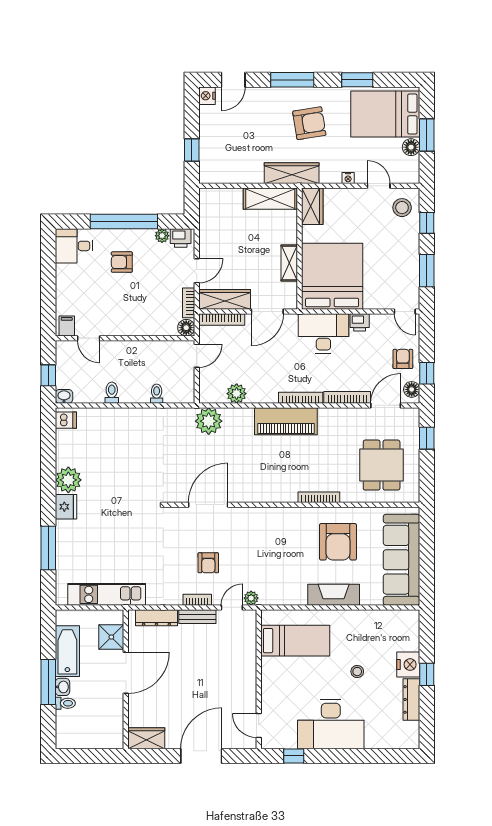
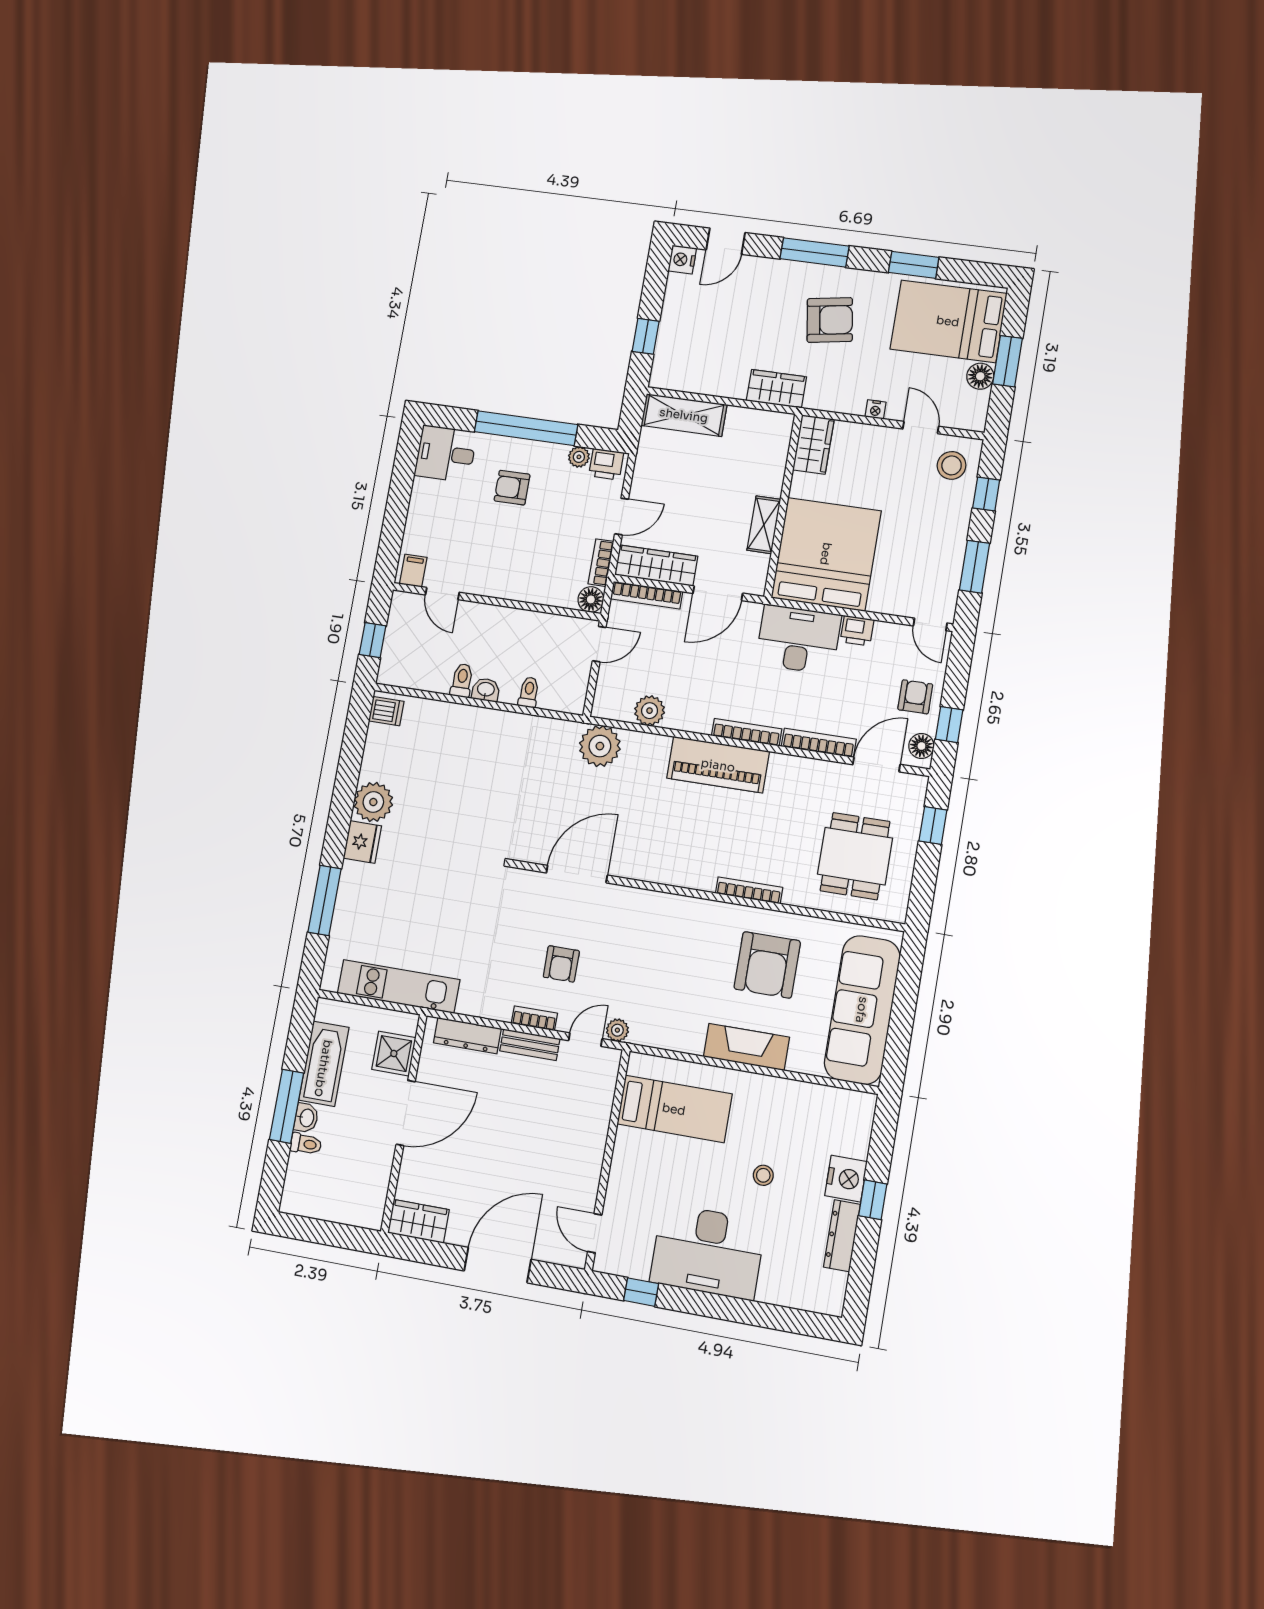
wardrobe: (292, 173) -> (776, 389), width x0.67
shelving: (270, 199) -> (684, 415), moved
washbasin: (64, 396) -> (486, 690), moved

